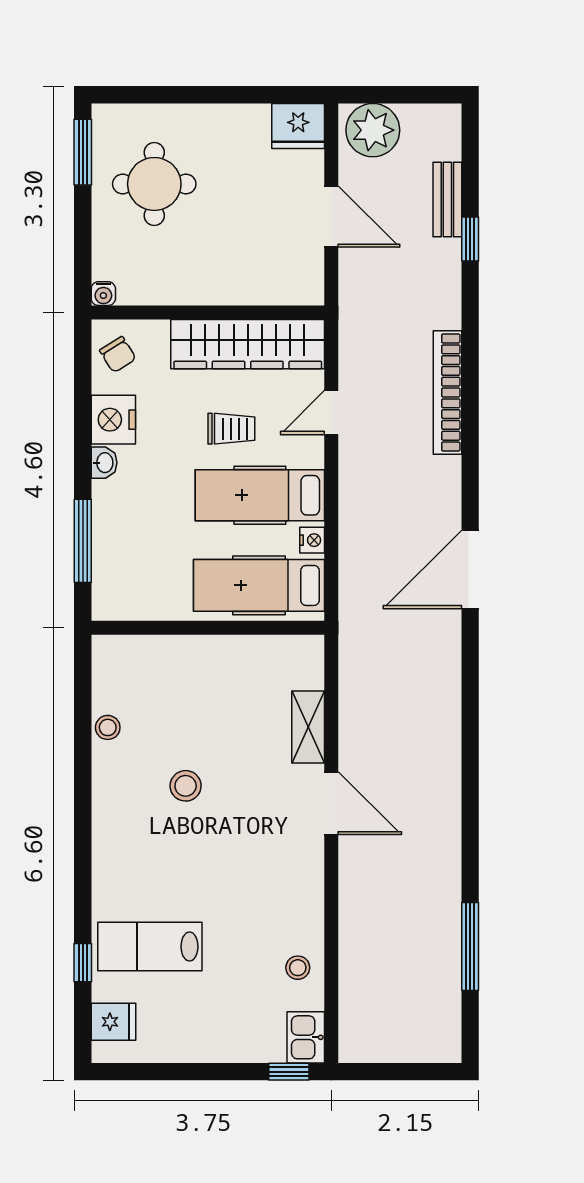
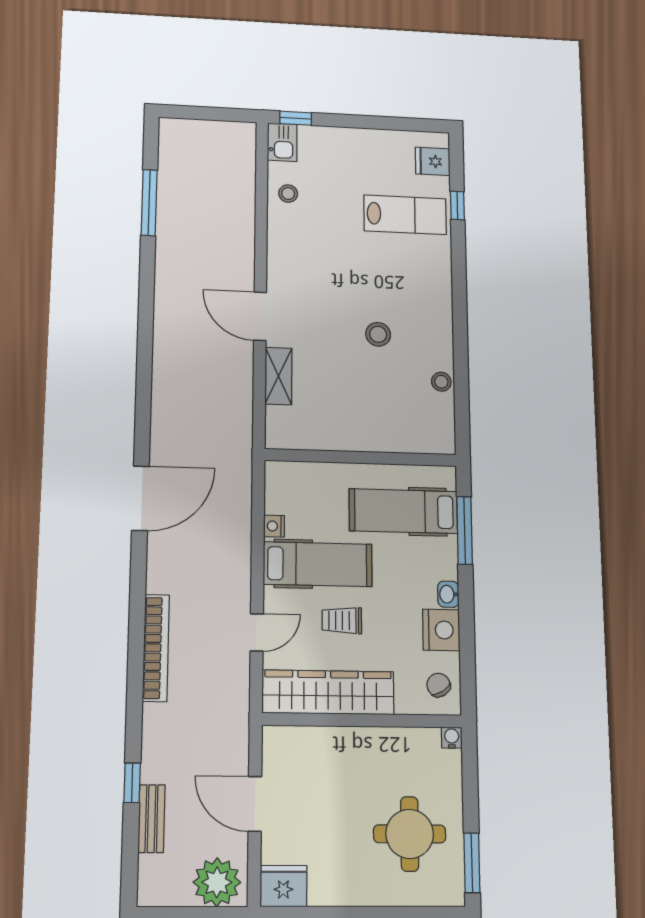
hospital bed: (259, 585) -> (403, 511), moved, turned 180

